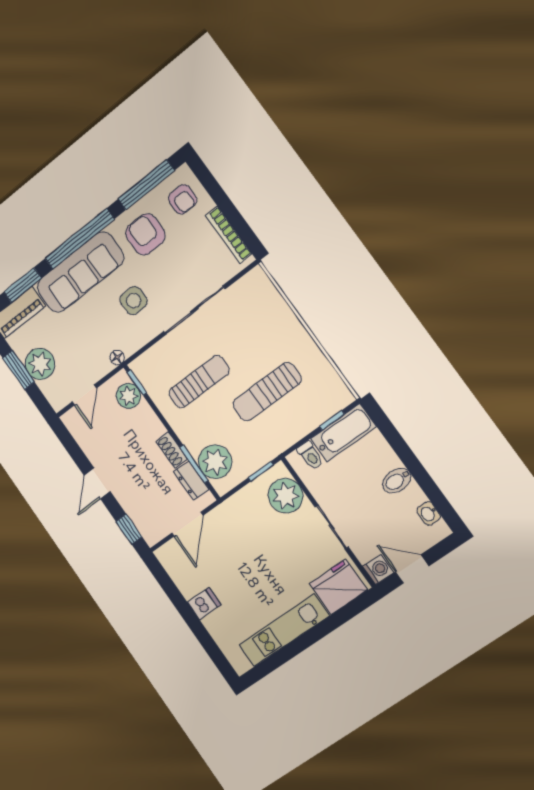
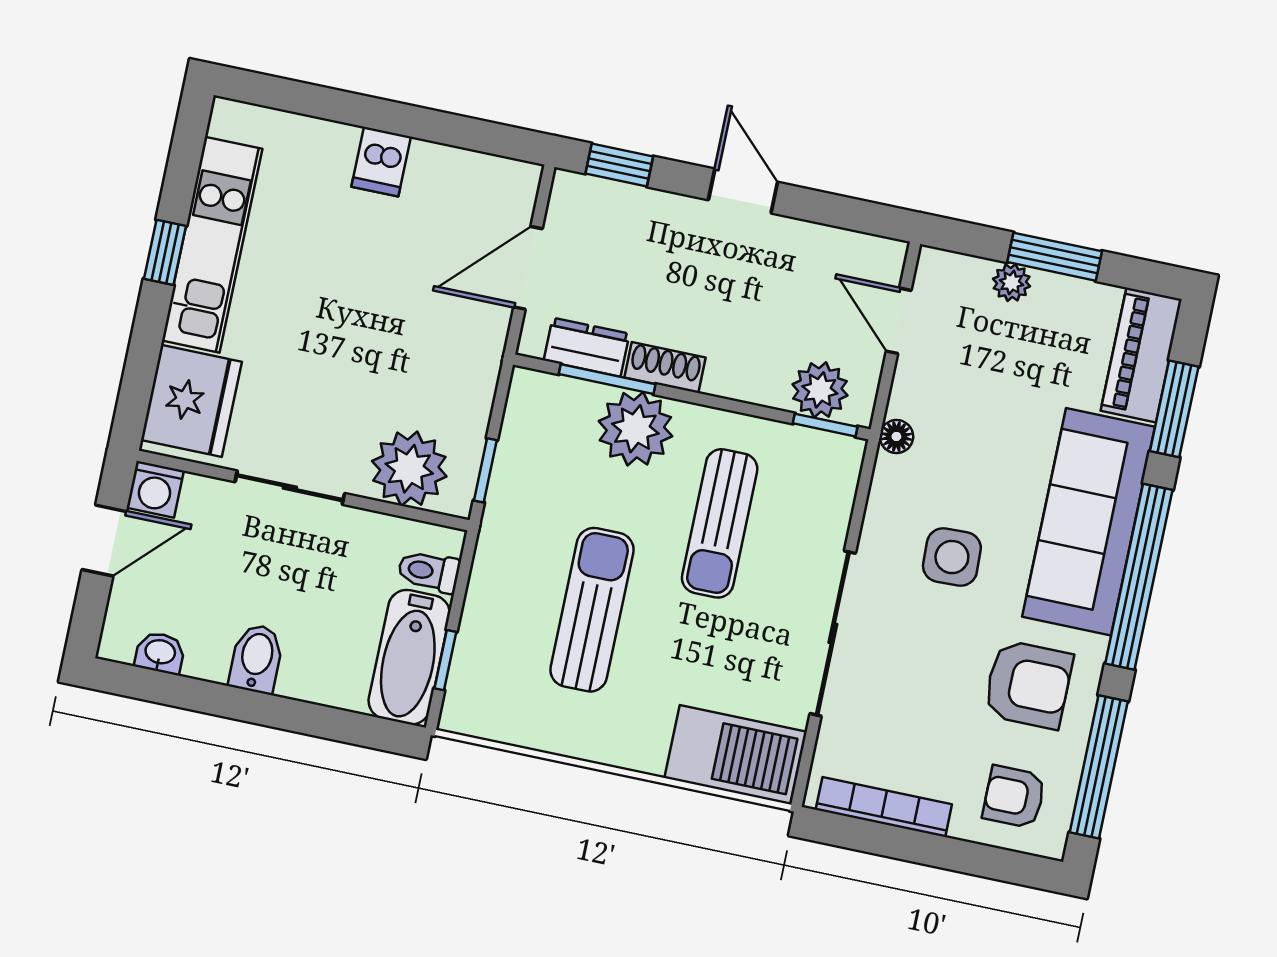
barbecue: (263, 298) -> (736, 755), added
plant: (40, 364) -> (1012, 283), width x0.53, depth x0.53
plant: (215, 462) -> (635, 429), moved
door: (187, 524) -> (528, 268), hinge flipped
window: (302, 643) -> (165, 252), added

